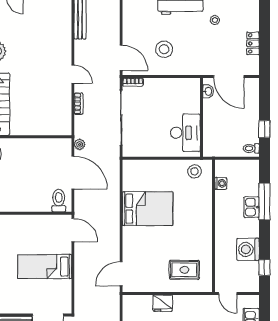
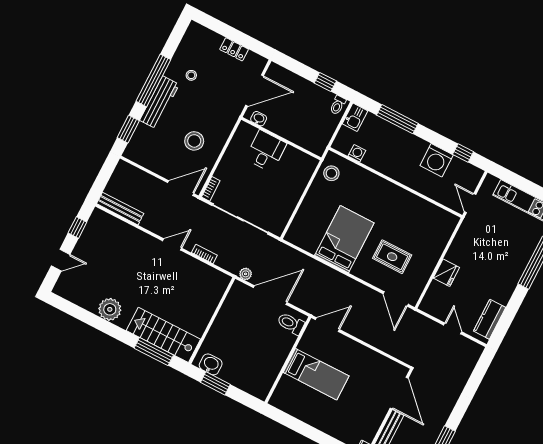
desk: (185, 133) -> (266, 151), moved, width x0.73
kitchen sink: (252, 207) -> (355, 117), moved, turned -90
bed: (45, 266) -> (316, 374), moved, turned -90
rug: (184, 270) -> (392, 257), moved, turned 90
door: (228, 294) -> (470, 203), swing flipped

